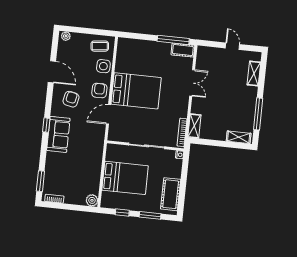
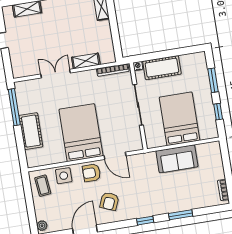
cot: (183, 50) -> (31, 131), moved, width x1.37, depth x1.34
armchair: (71, 99) -> (109, 201), turned -80
shelving: (194, 126) -> (86, 61), moved
sofa: (58, 134) -> (177, 159), moved, turned 180
window: (40, 181) -> (181, 215), moved
cot: (171, 194) -> (162, 68), moved
plant: (92, 200) -> (214, 148), removed

